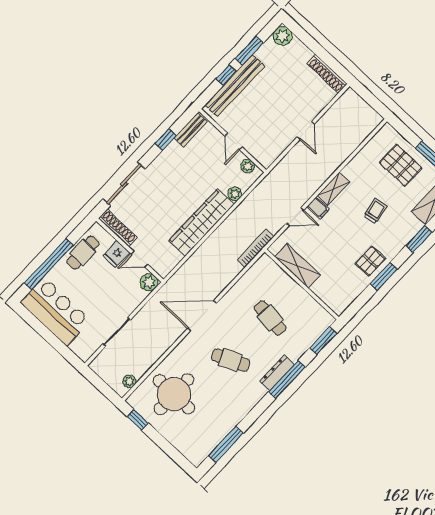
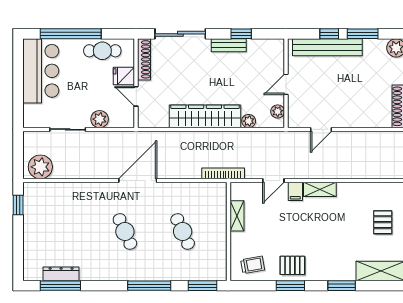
bench: (191, 130) -> (229, 45), moved
door: (306, 131) -> (321, 129), moved
pallet: (401, 165) -> (383, 222), width x0.67, depth x0.71
trolley: (375, 211) -> (253, 265), moved
door: (295, 217) -> (273, 180), hinge flipped
shelving: (298, 266) -> (237, 216), width x0.67, depth x0.75
plant: (149, 282) -> (100, 119), moved
door: (202, 316) -> (138, 180), hinge flipped
cafe table: (270, 318) -> (183, 231), turned -30
dresser: (277, 373) -> (61, 274), moved
plant: (129, 381) -> (40, 167), width x1.88, depth x1.88
round table: (174, 394) -> (62, 214), removed

